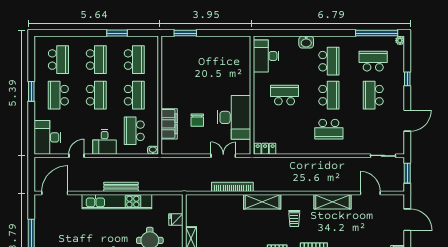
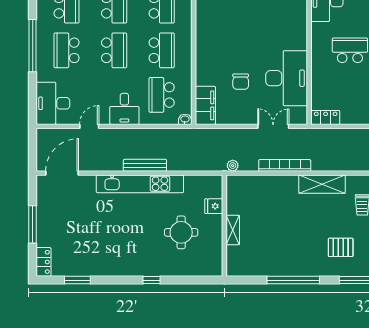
window: (31, 91) -> (33, 46), width x2.11
filing cabinet: (169, 124) -> (205, 105), moved
plant: (191, 187) -> (233, 166), added

